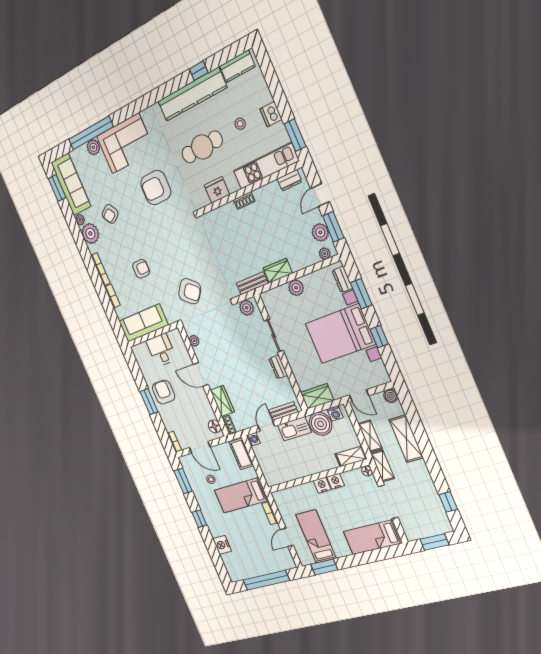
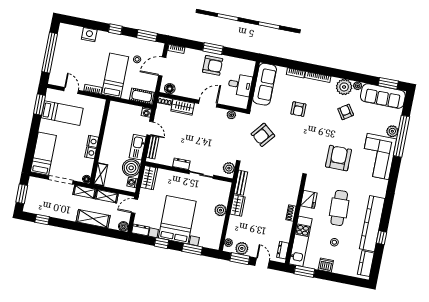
dresser: (342, 279) -> (140, 230), moved

